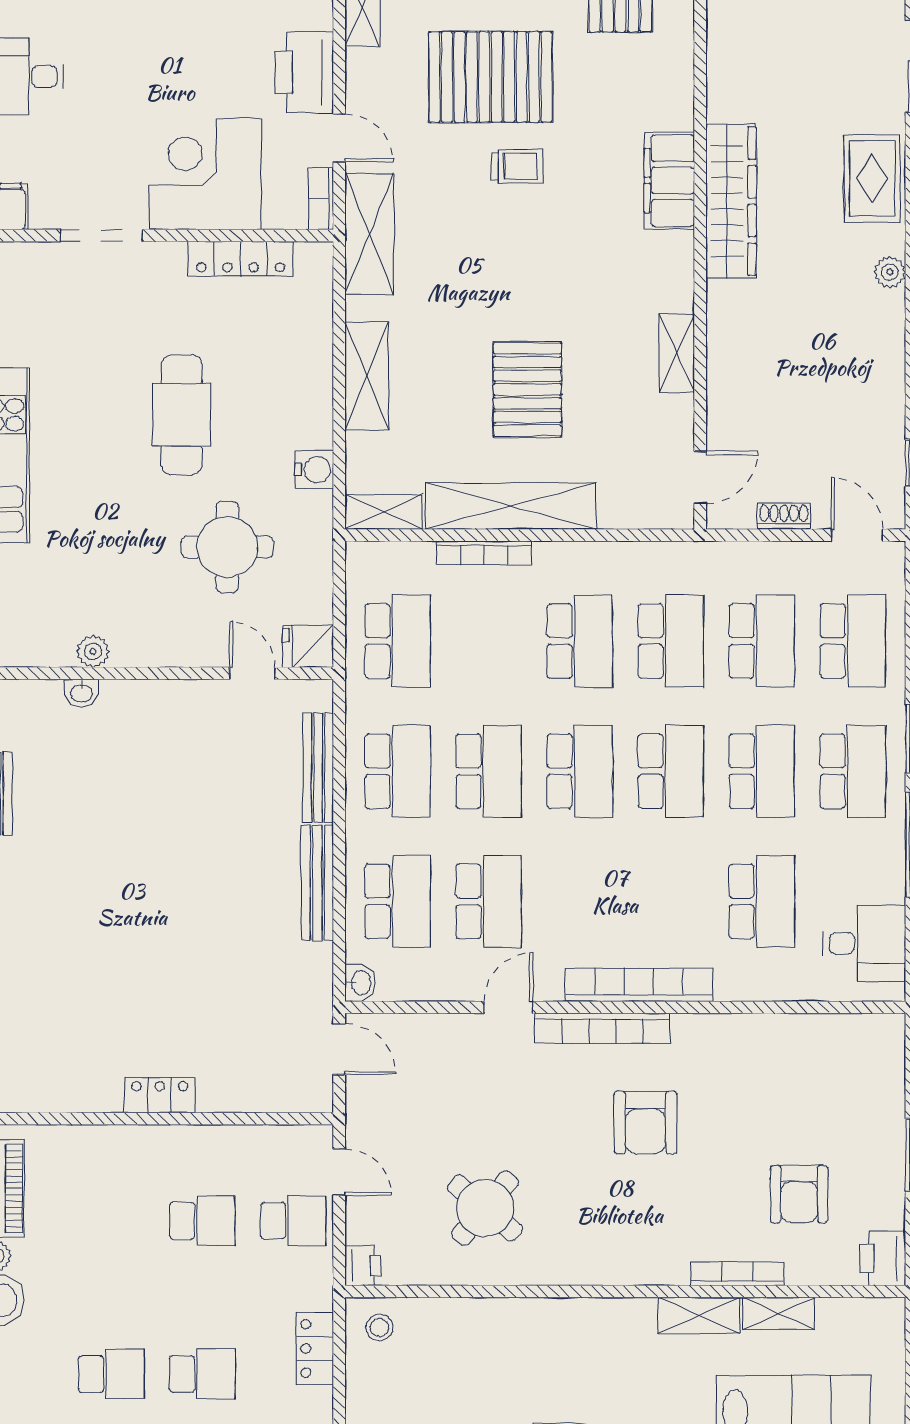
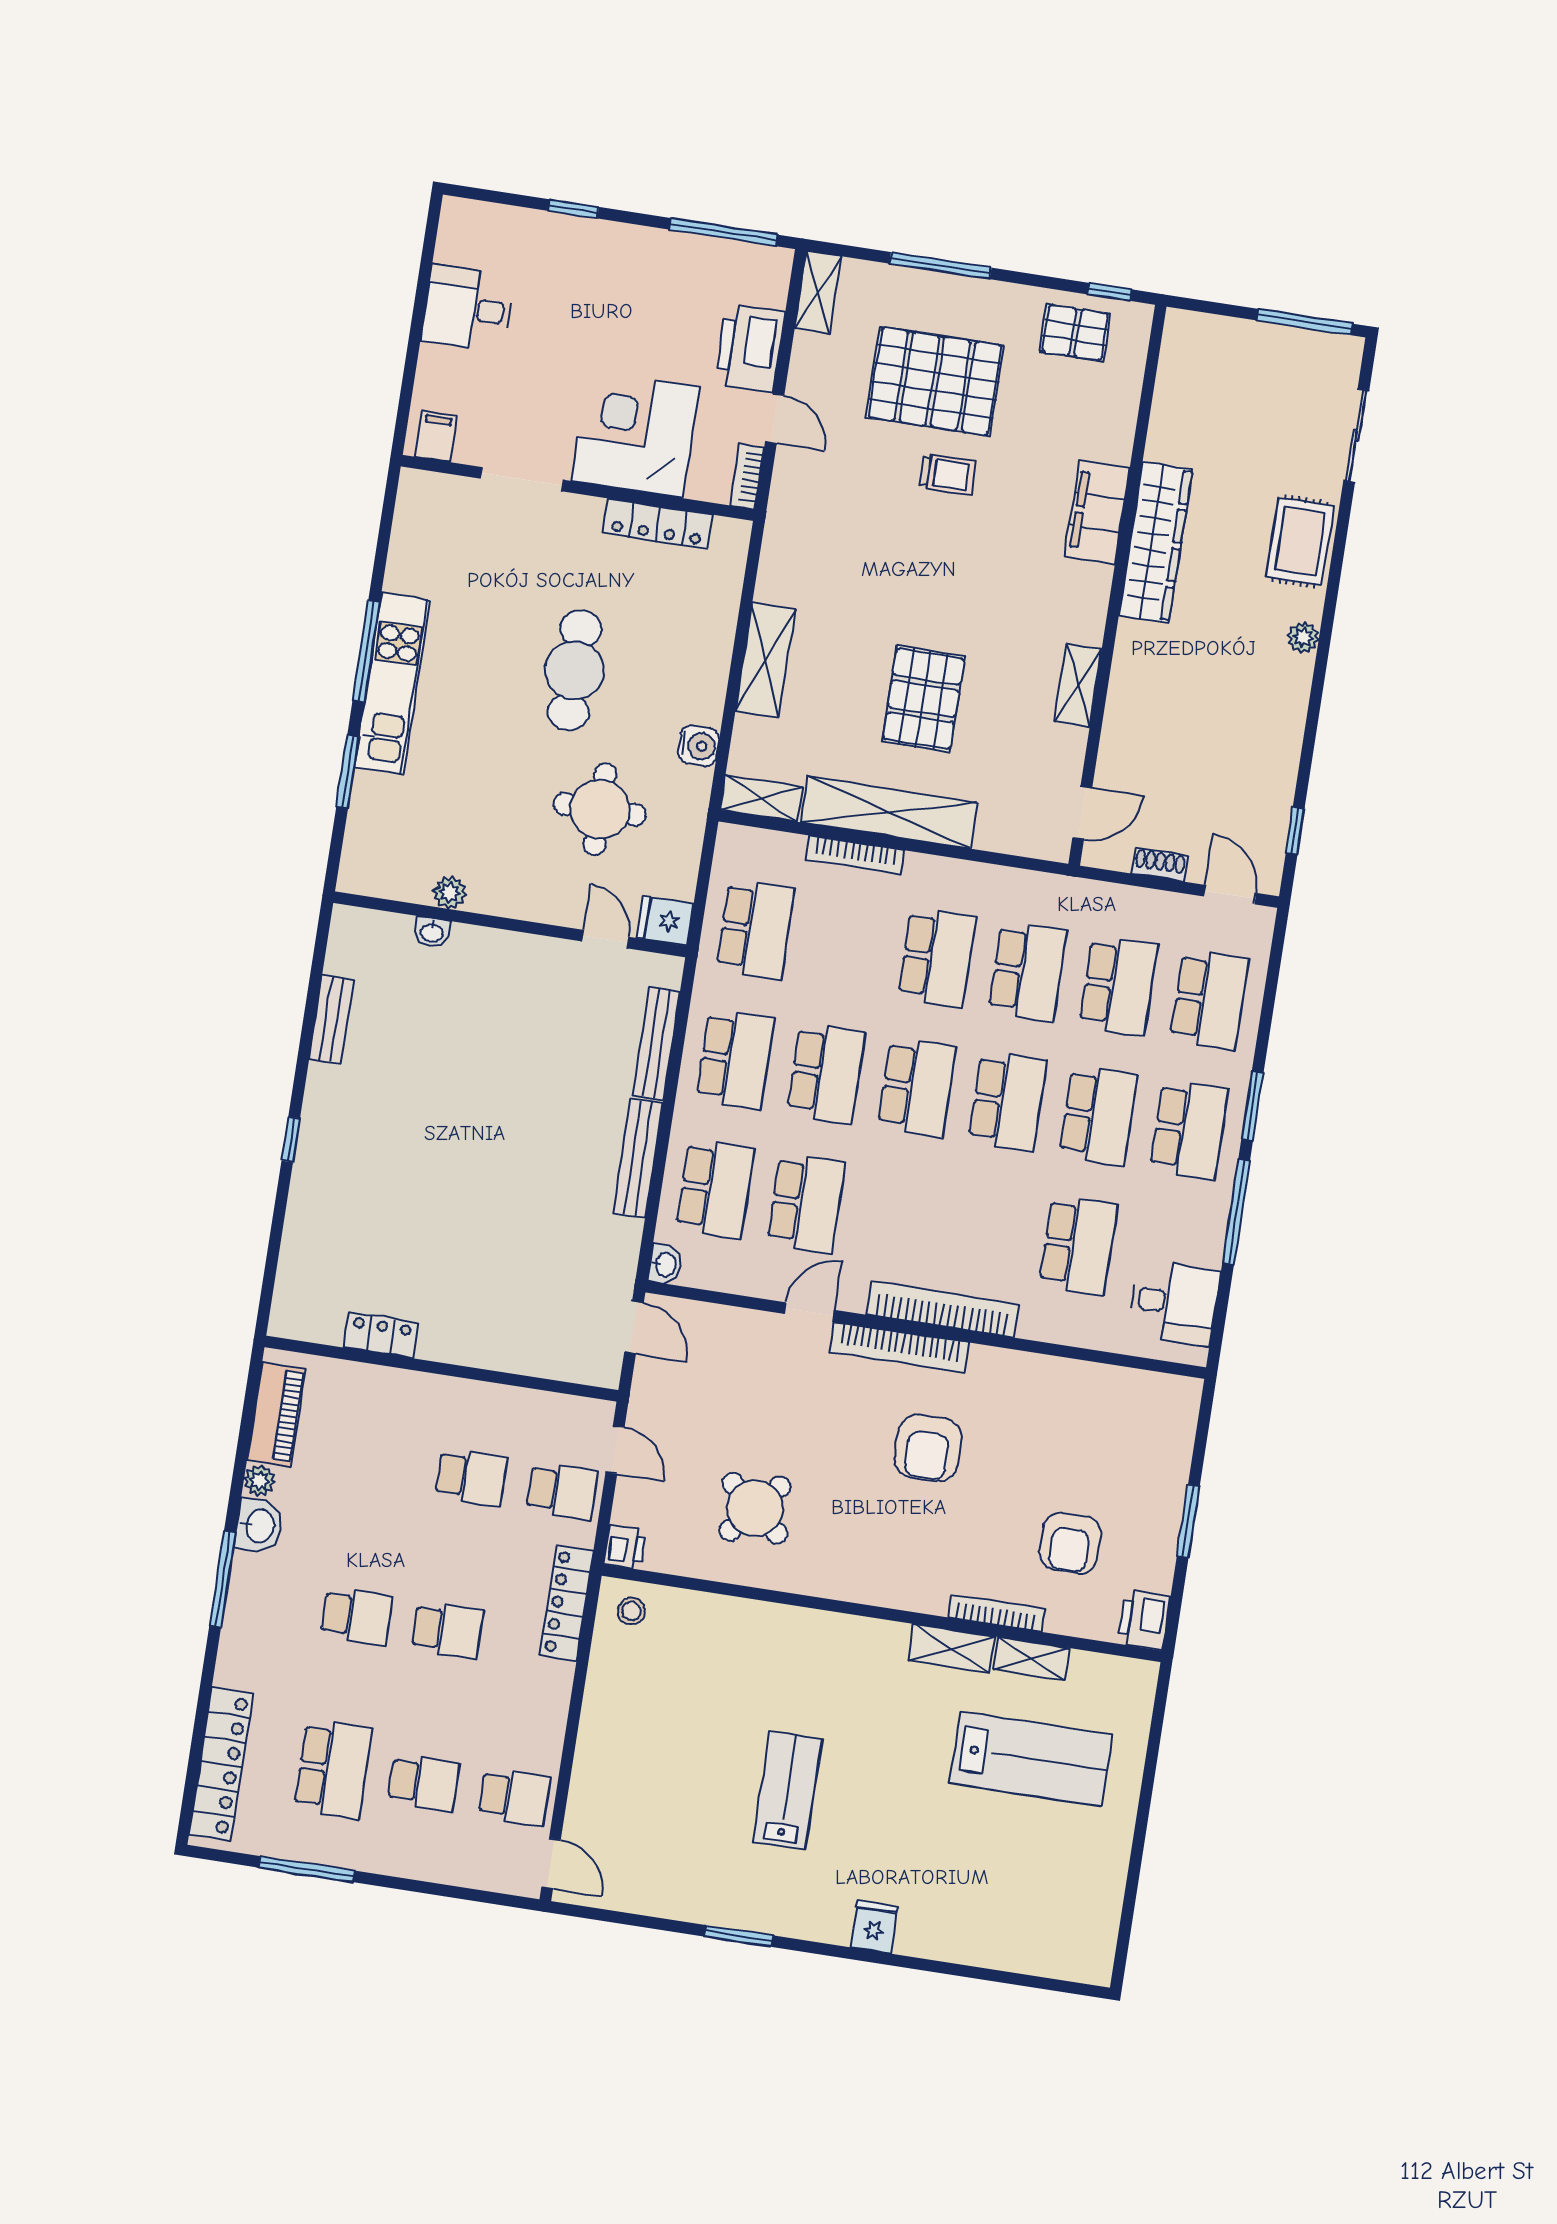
shelving: (369, 234) -> (790, 519), removed
locker: (160, 1095) -> (381, 1335), moved
locker: (315, 1349) -> (567, 1603), width x1.53

